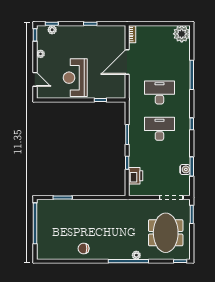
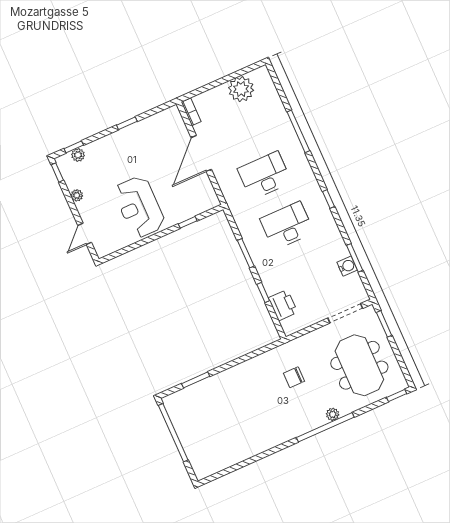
plant: (182, 34) -> (241, 89), moved
door: (35, 79) -> (85, 234), swing flipped
chair: (84, 248) -> (294, 377), moved

